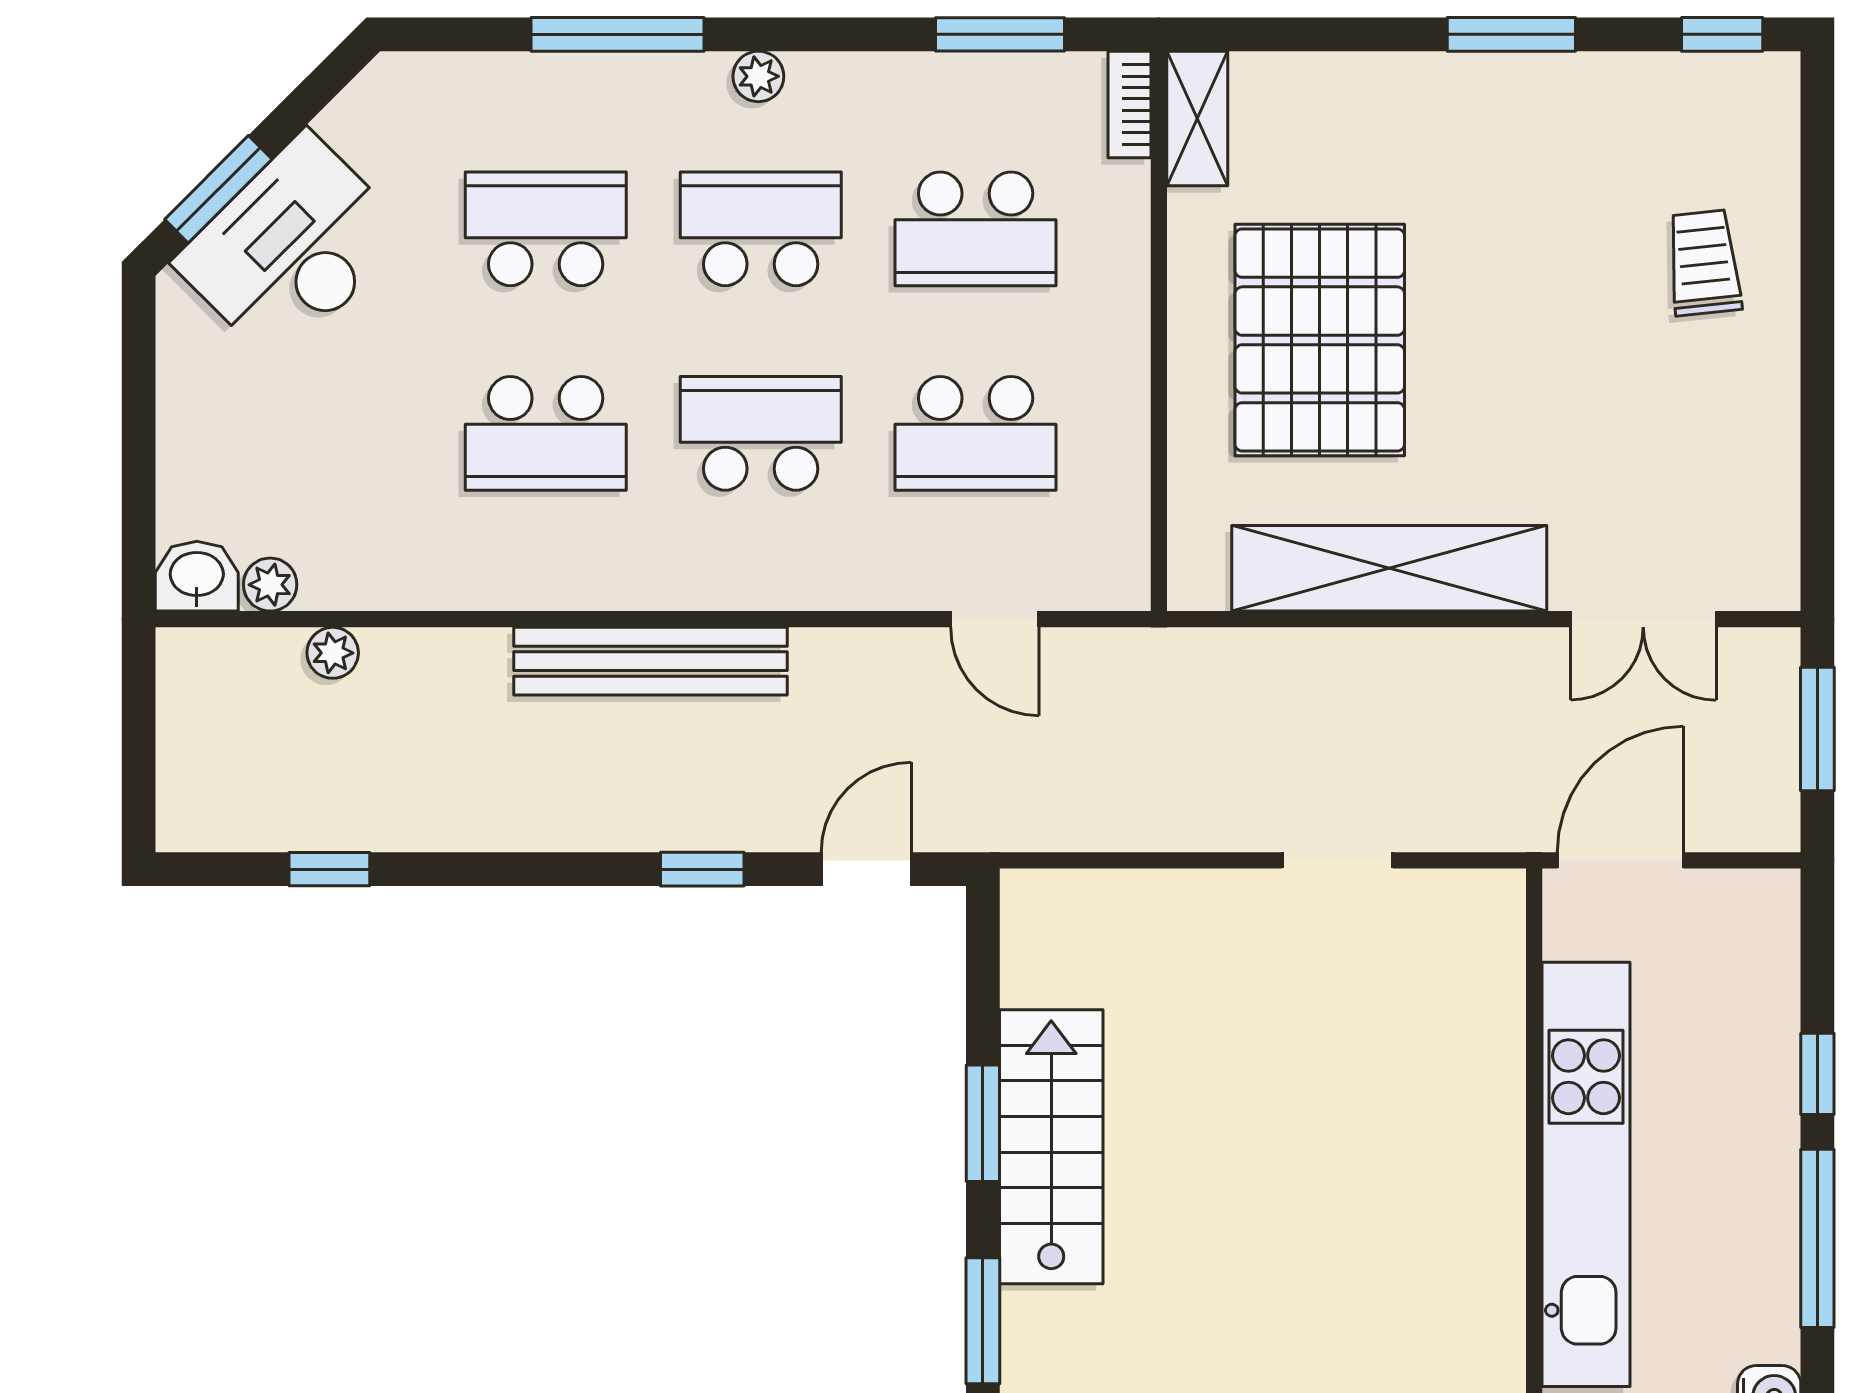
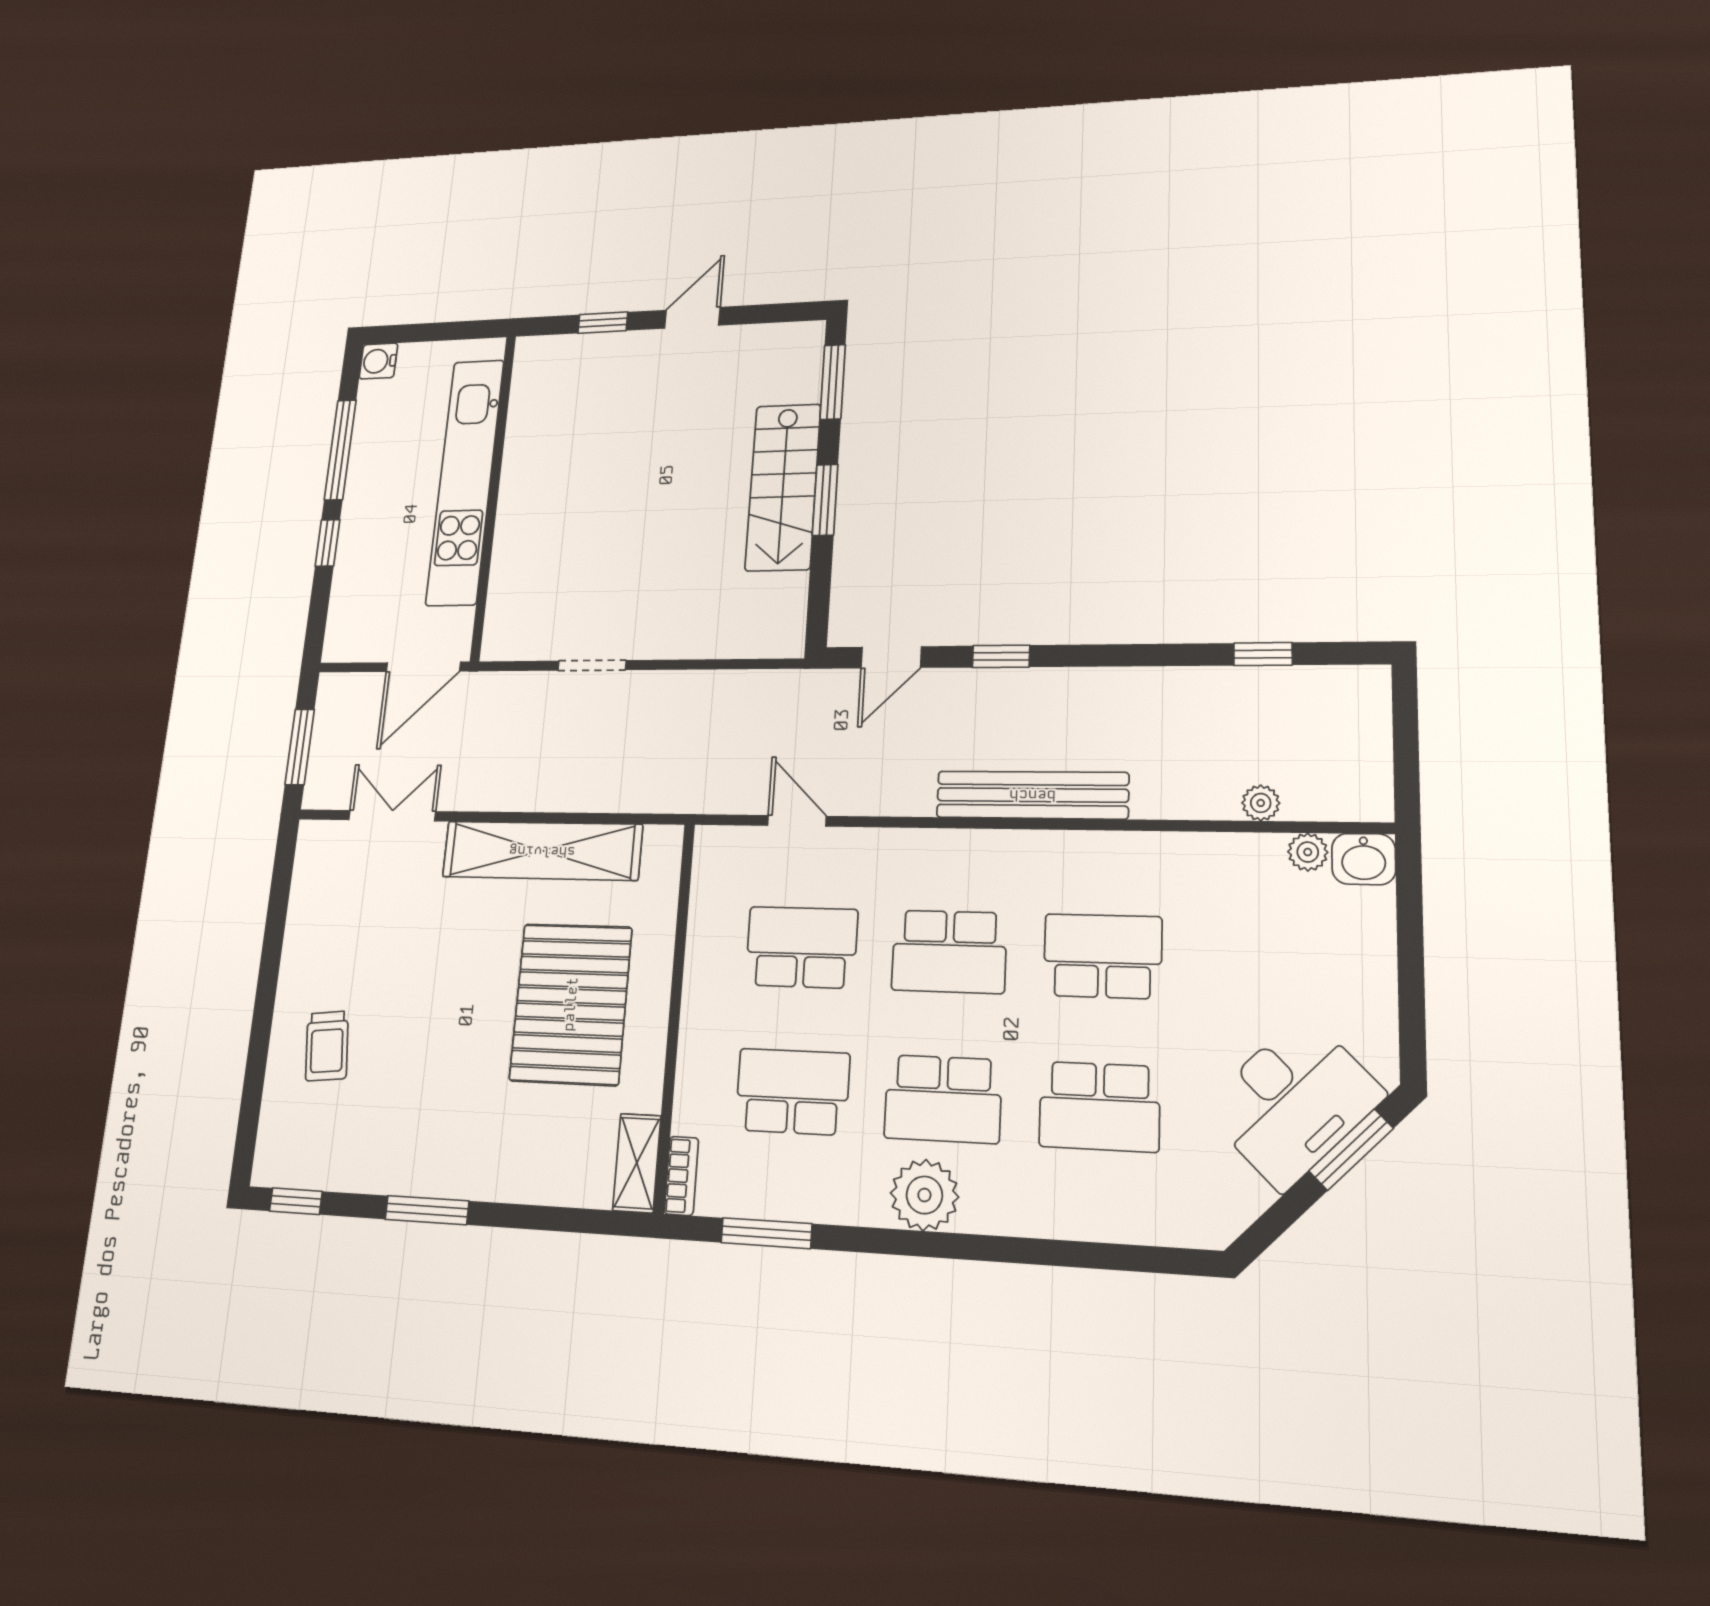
window: (618, 34) -> (1042, 1252), removed
plant: (758, 76) -> (924, 1195), width x1.88, depth x1.88

